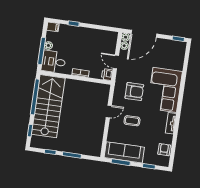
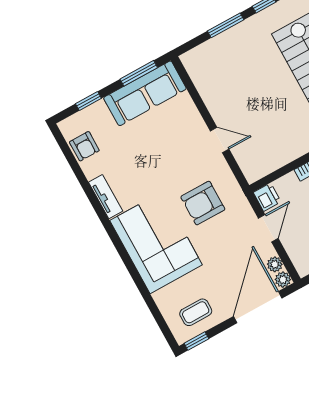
door: (116, 62) -> (268, 228), hinge flipped
door: (109, 111) -> (220, 140), swing flipped
coffee table: (132, 121) -> (196, 312), moved

